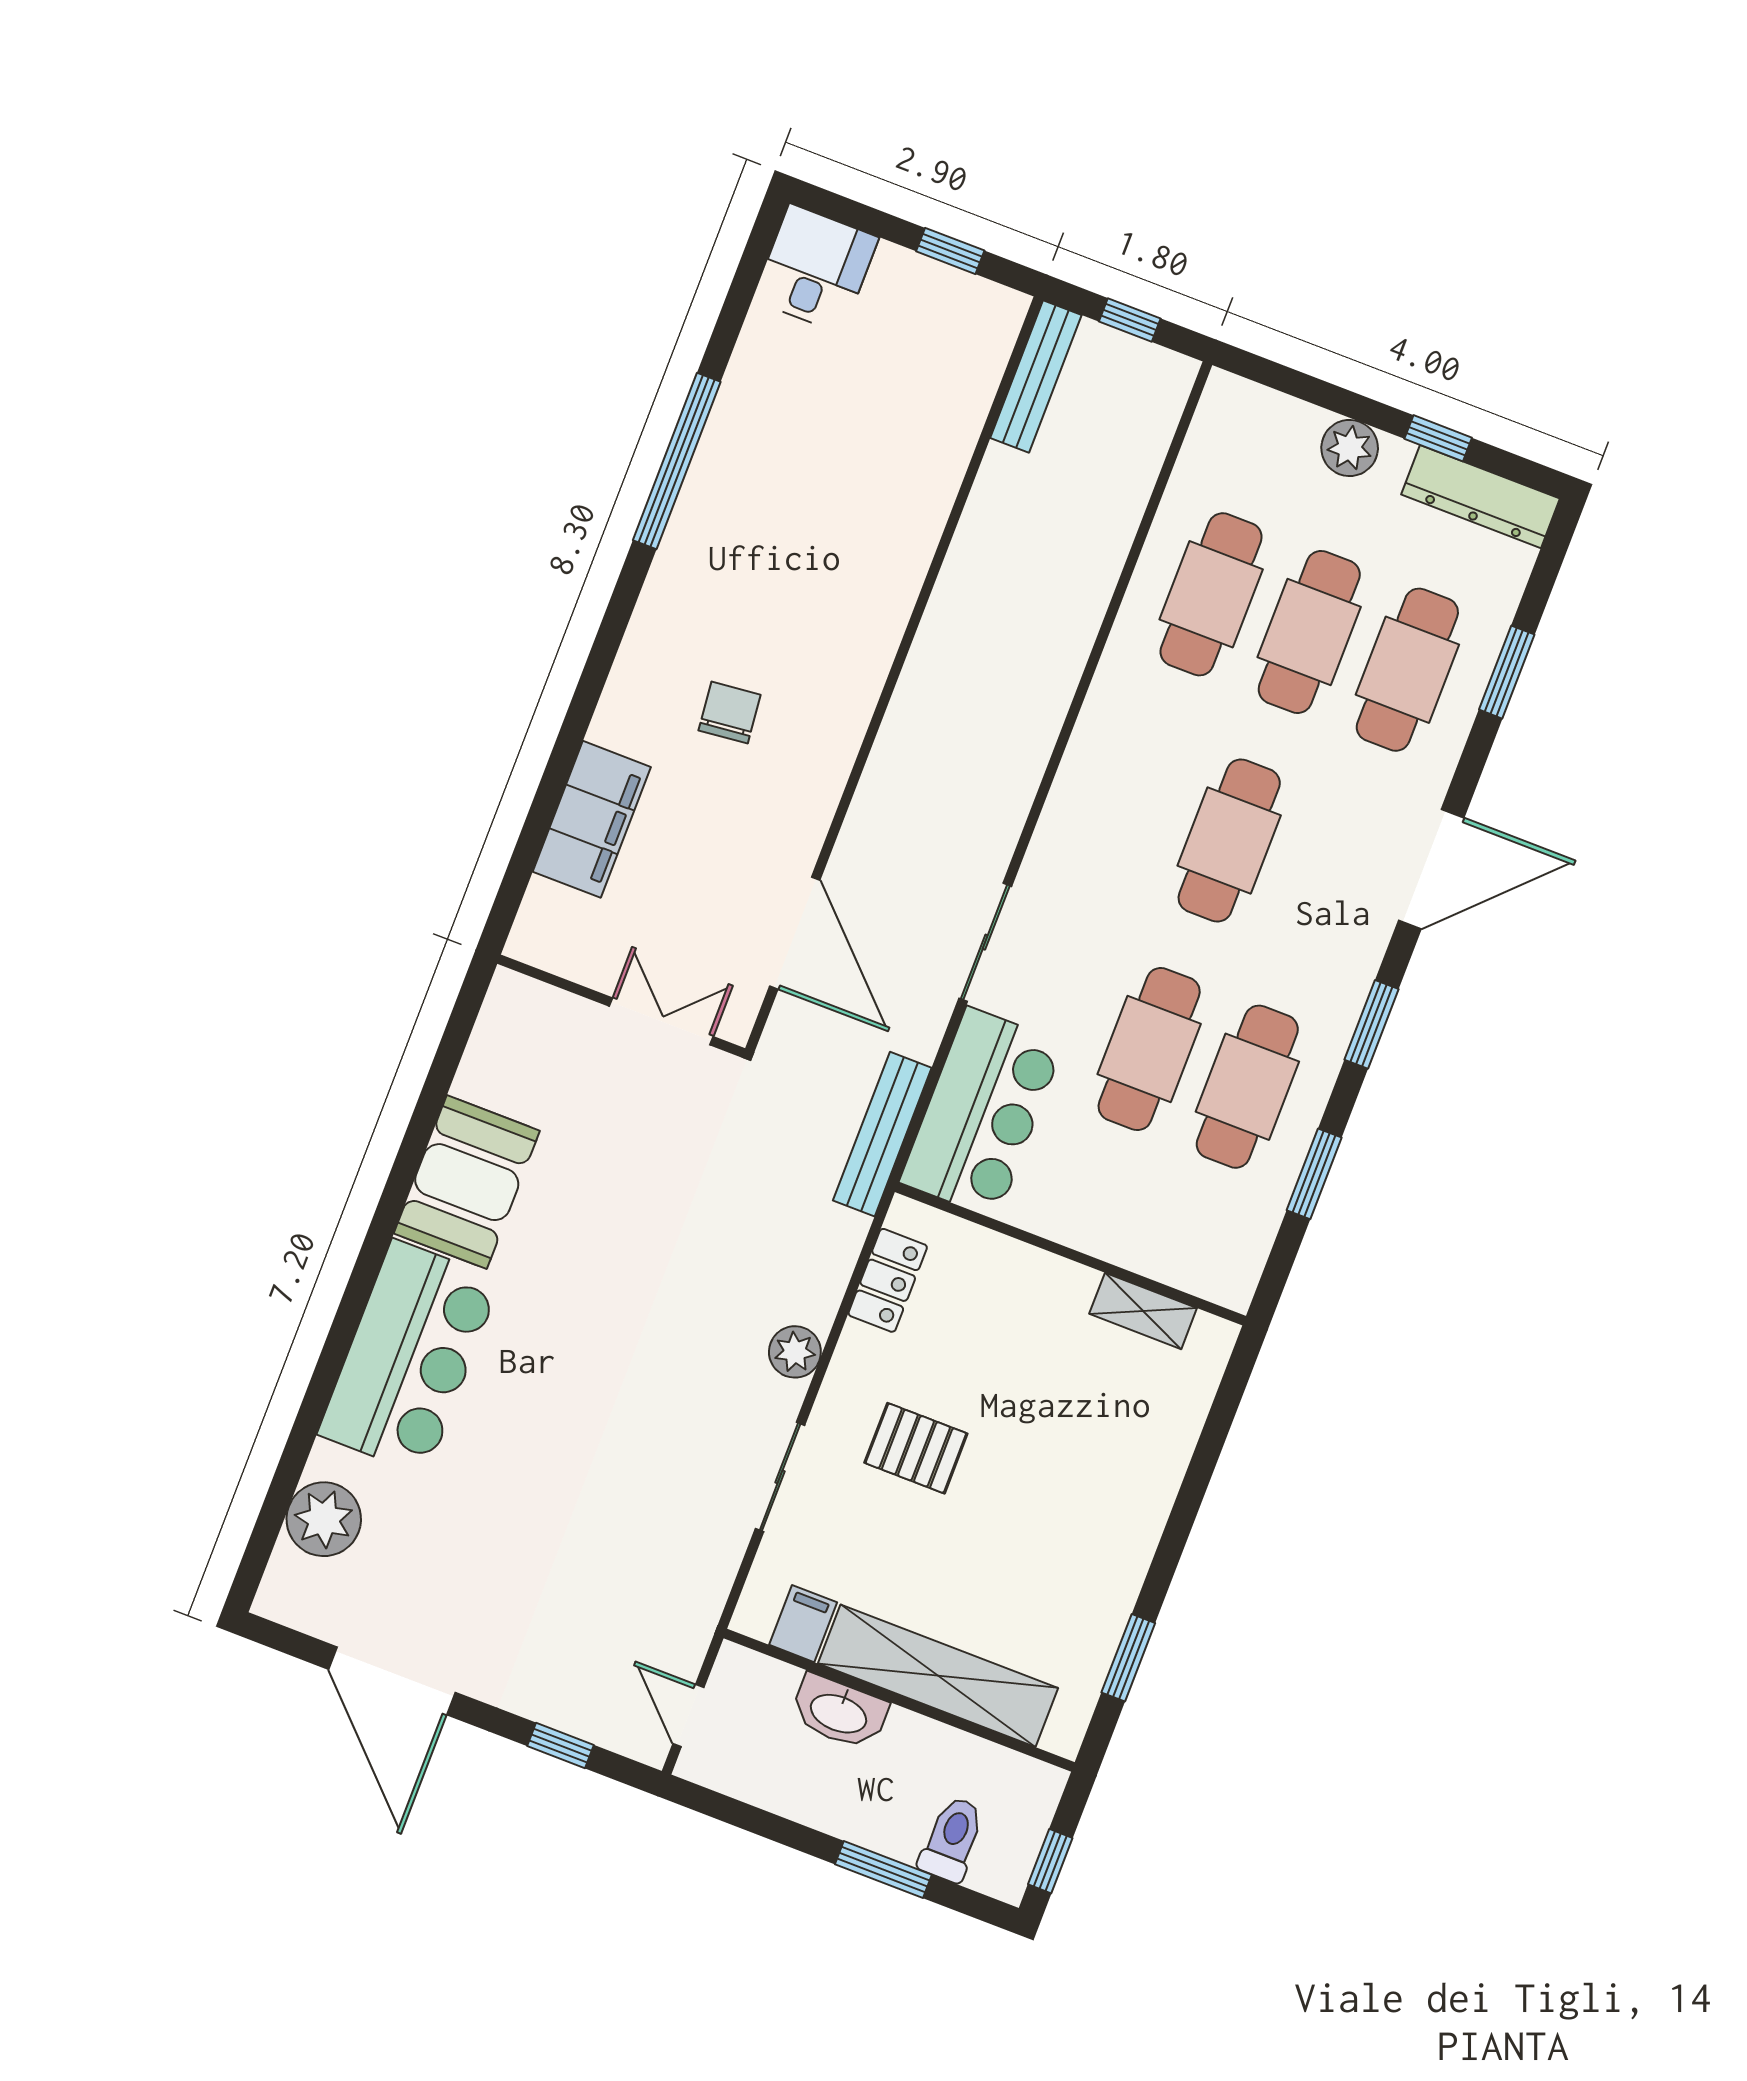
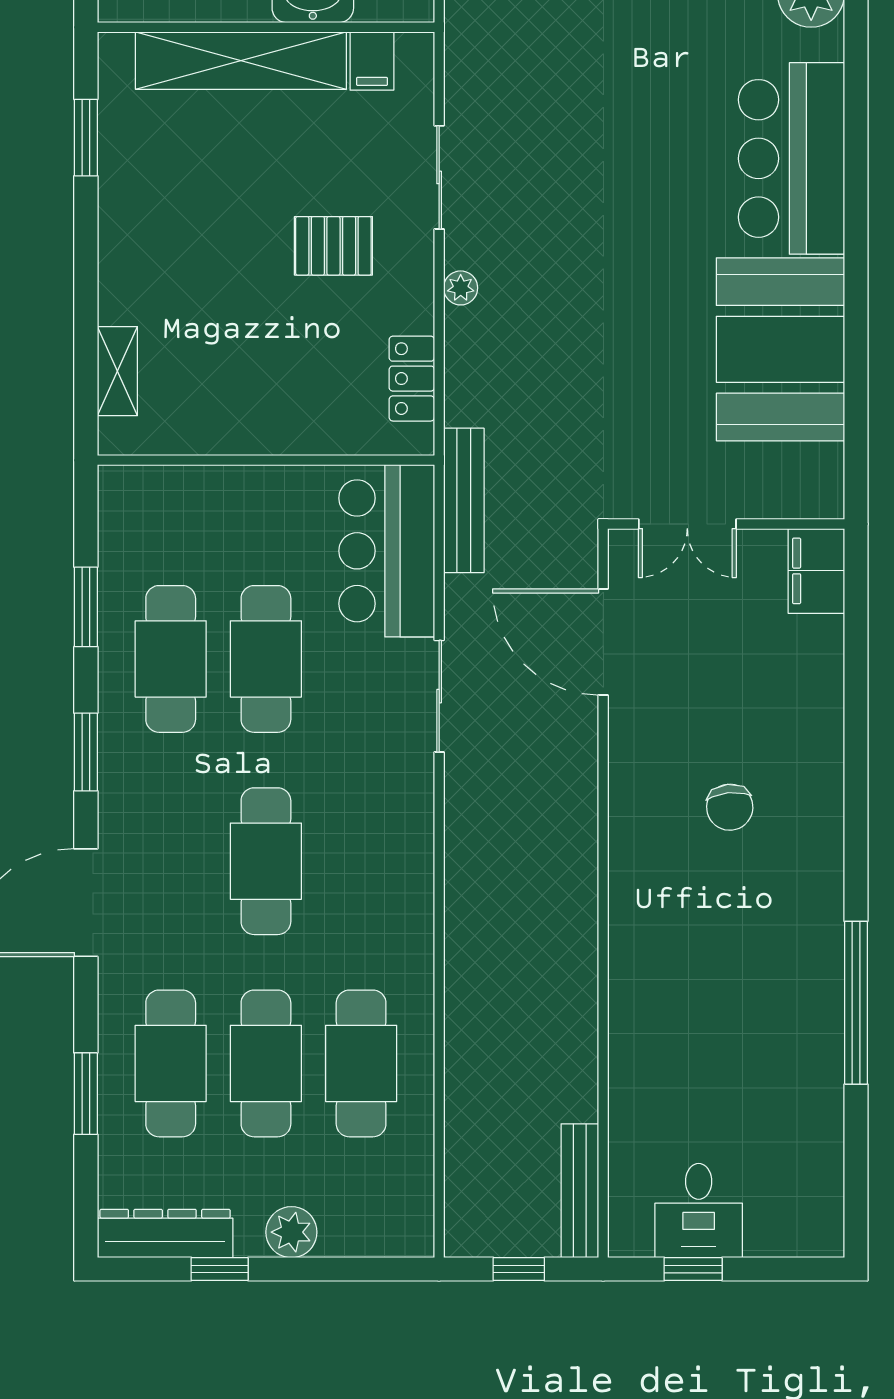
desk: (816, 269) -> (699, 1211), moved
filing cabinet: (592, 819) -> (816, 571), moved, width x0.67, depth x0.86
booth: (467, 1182) -> (780, 349), width x1.36, depth x1.42
shelving: (1143, 1311) -> (117, 371), moved, turned 90
plant: (795, 1352) -> (461, 288), width x0.73, depth x0.73

